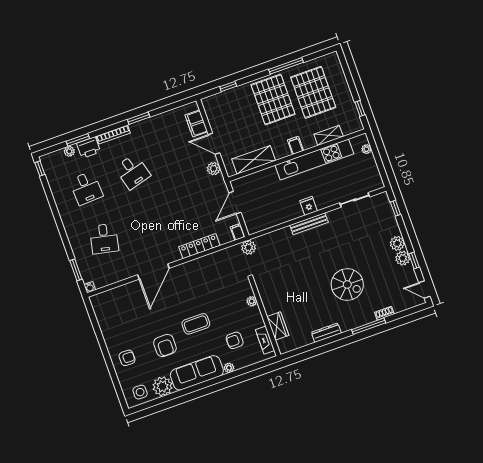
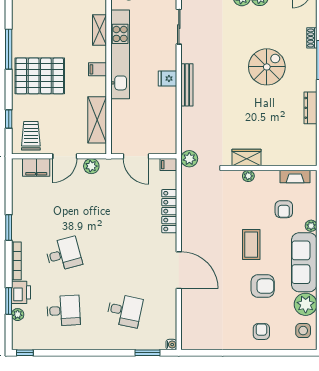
pallet: (313, 92) -> (47, 30), removed
trolley: (221, 110) -> (31, 136), added
wardrobe: (278, 326) -> (246, 157), moved

